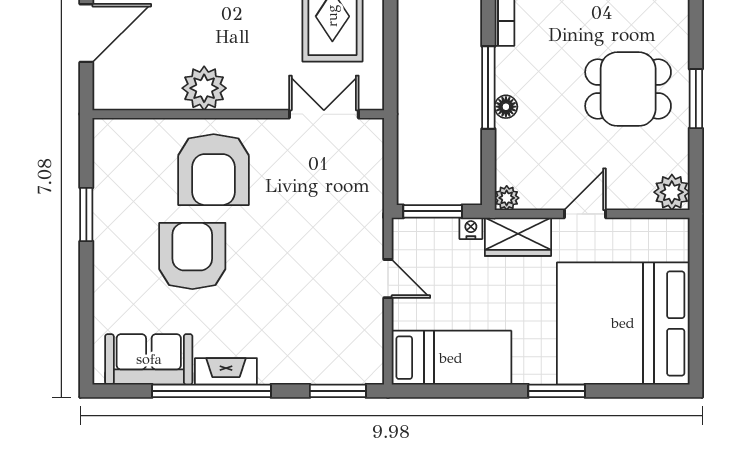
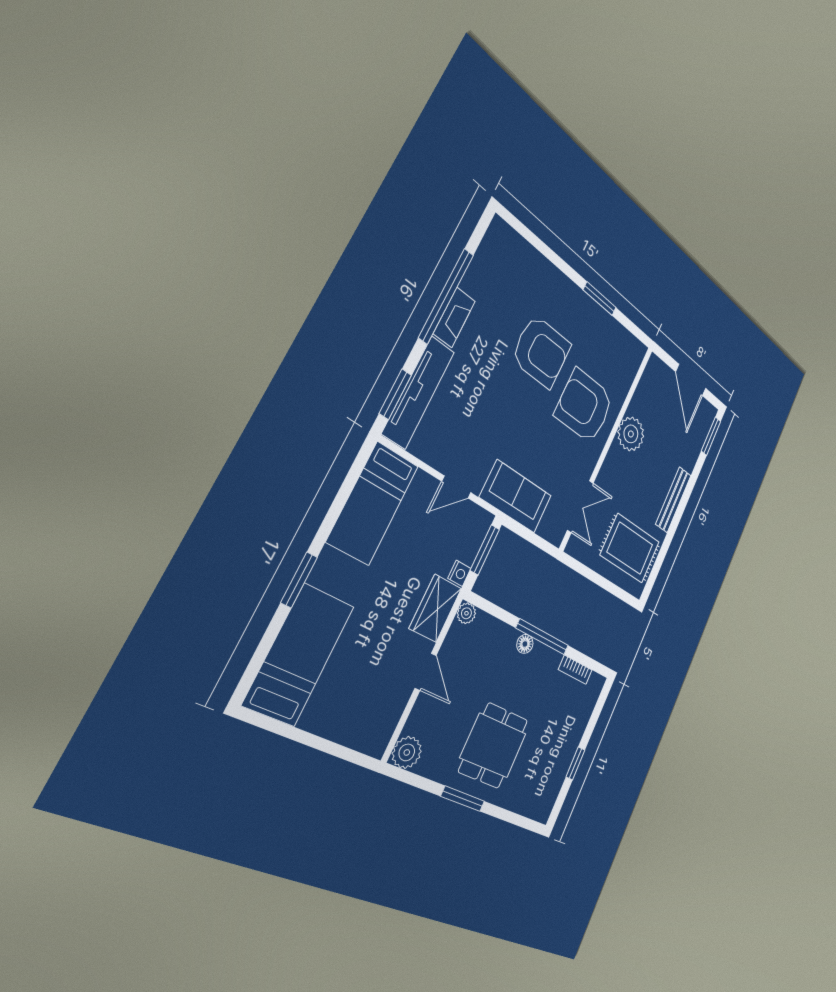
bed: (623, 323) -> (299, 655), width x0.49
sofa: (149, 359) -> (516, 496), moved, turned -90
tv unit: (321, 369) -> (418, 392), added

